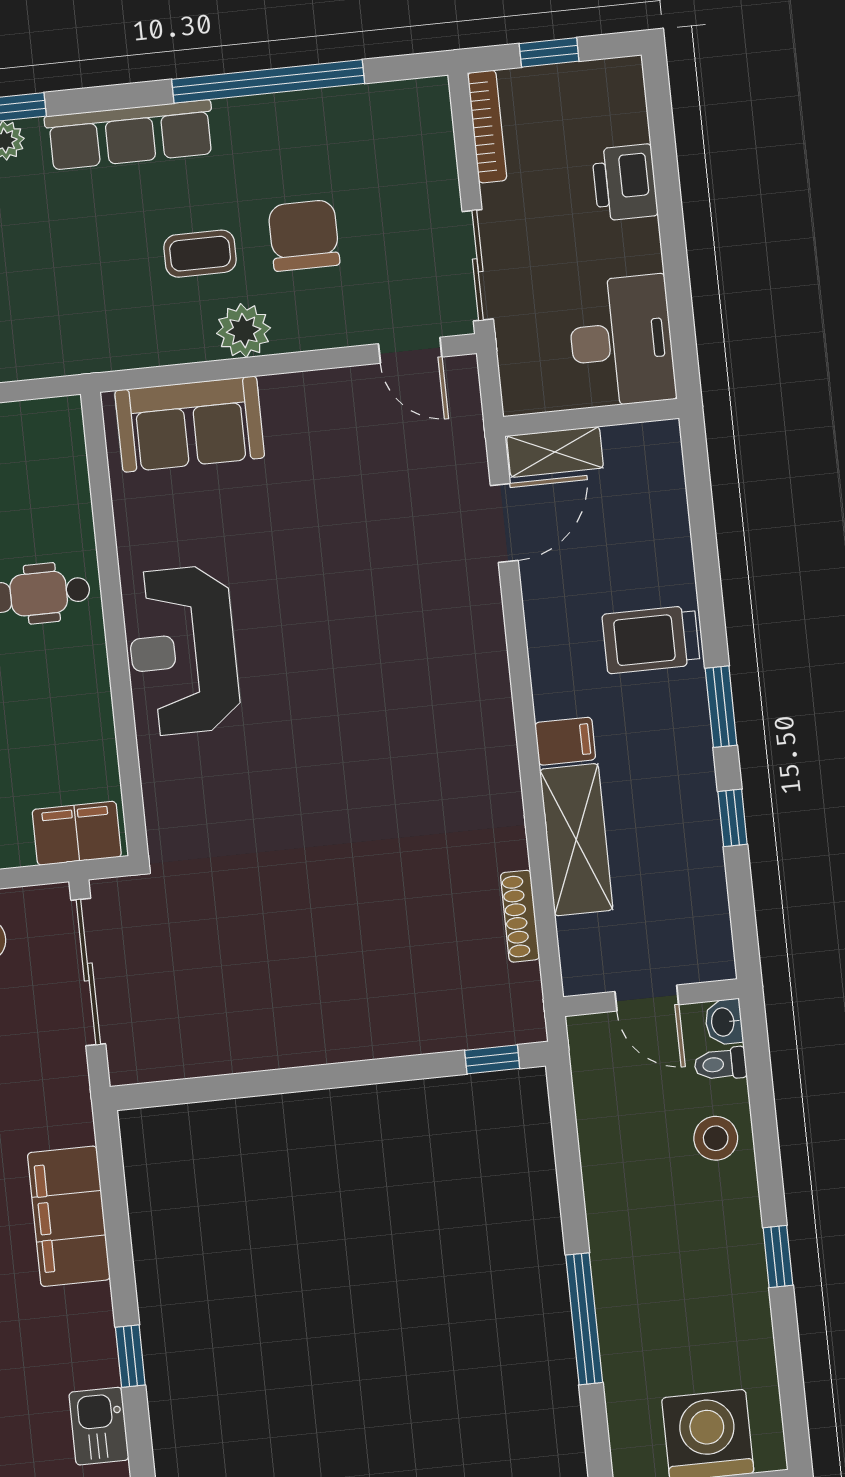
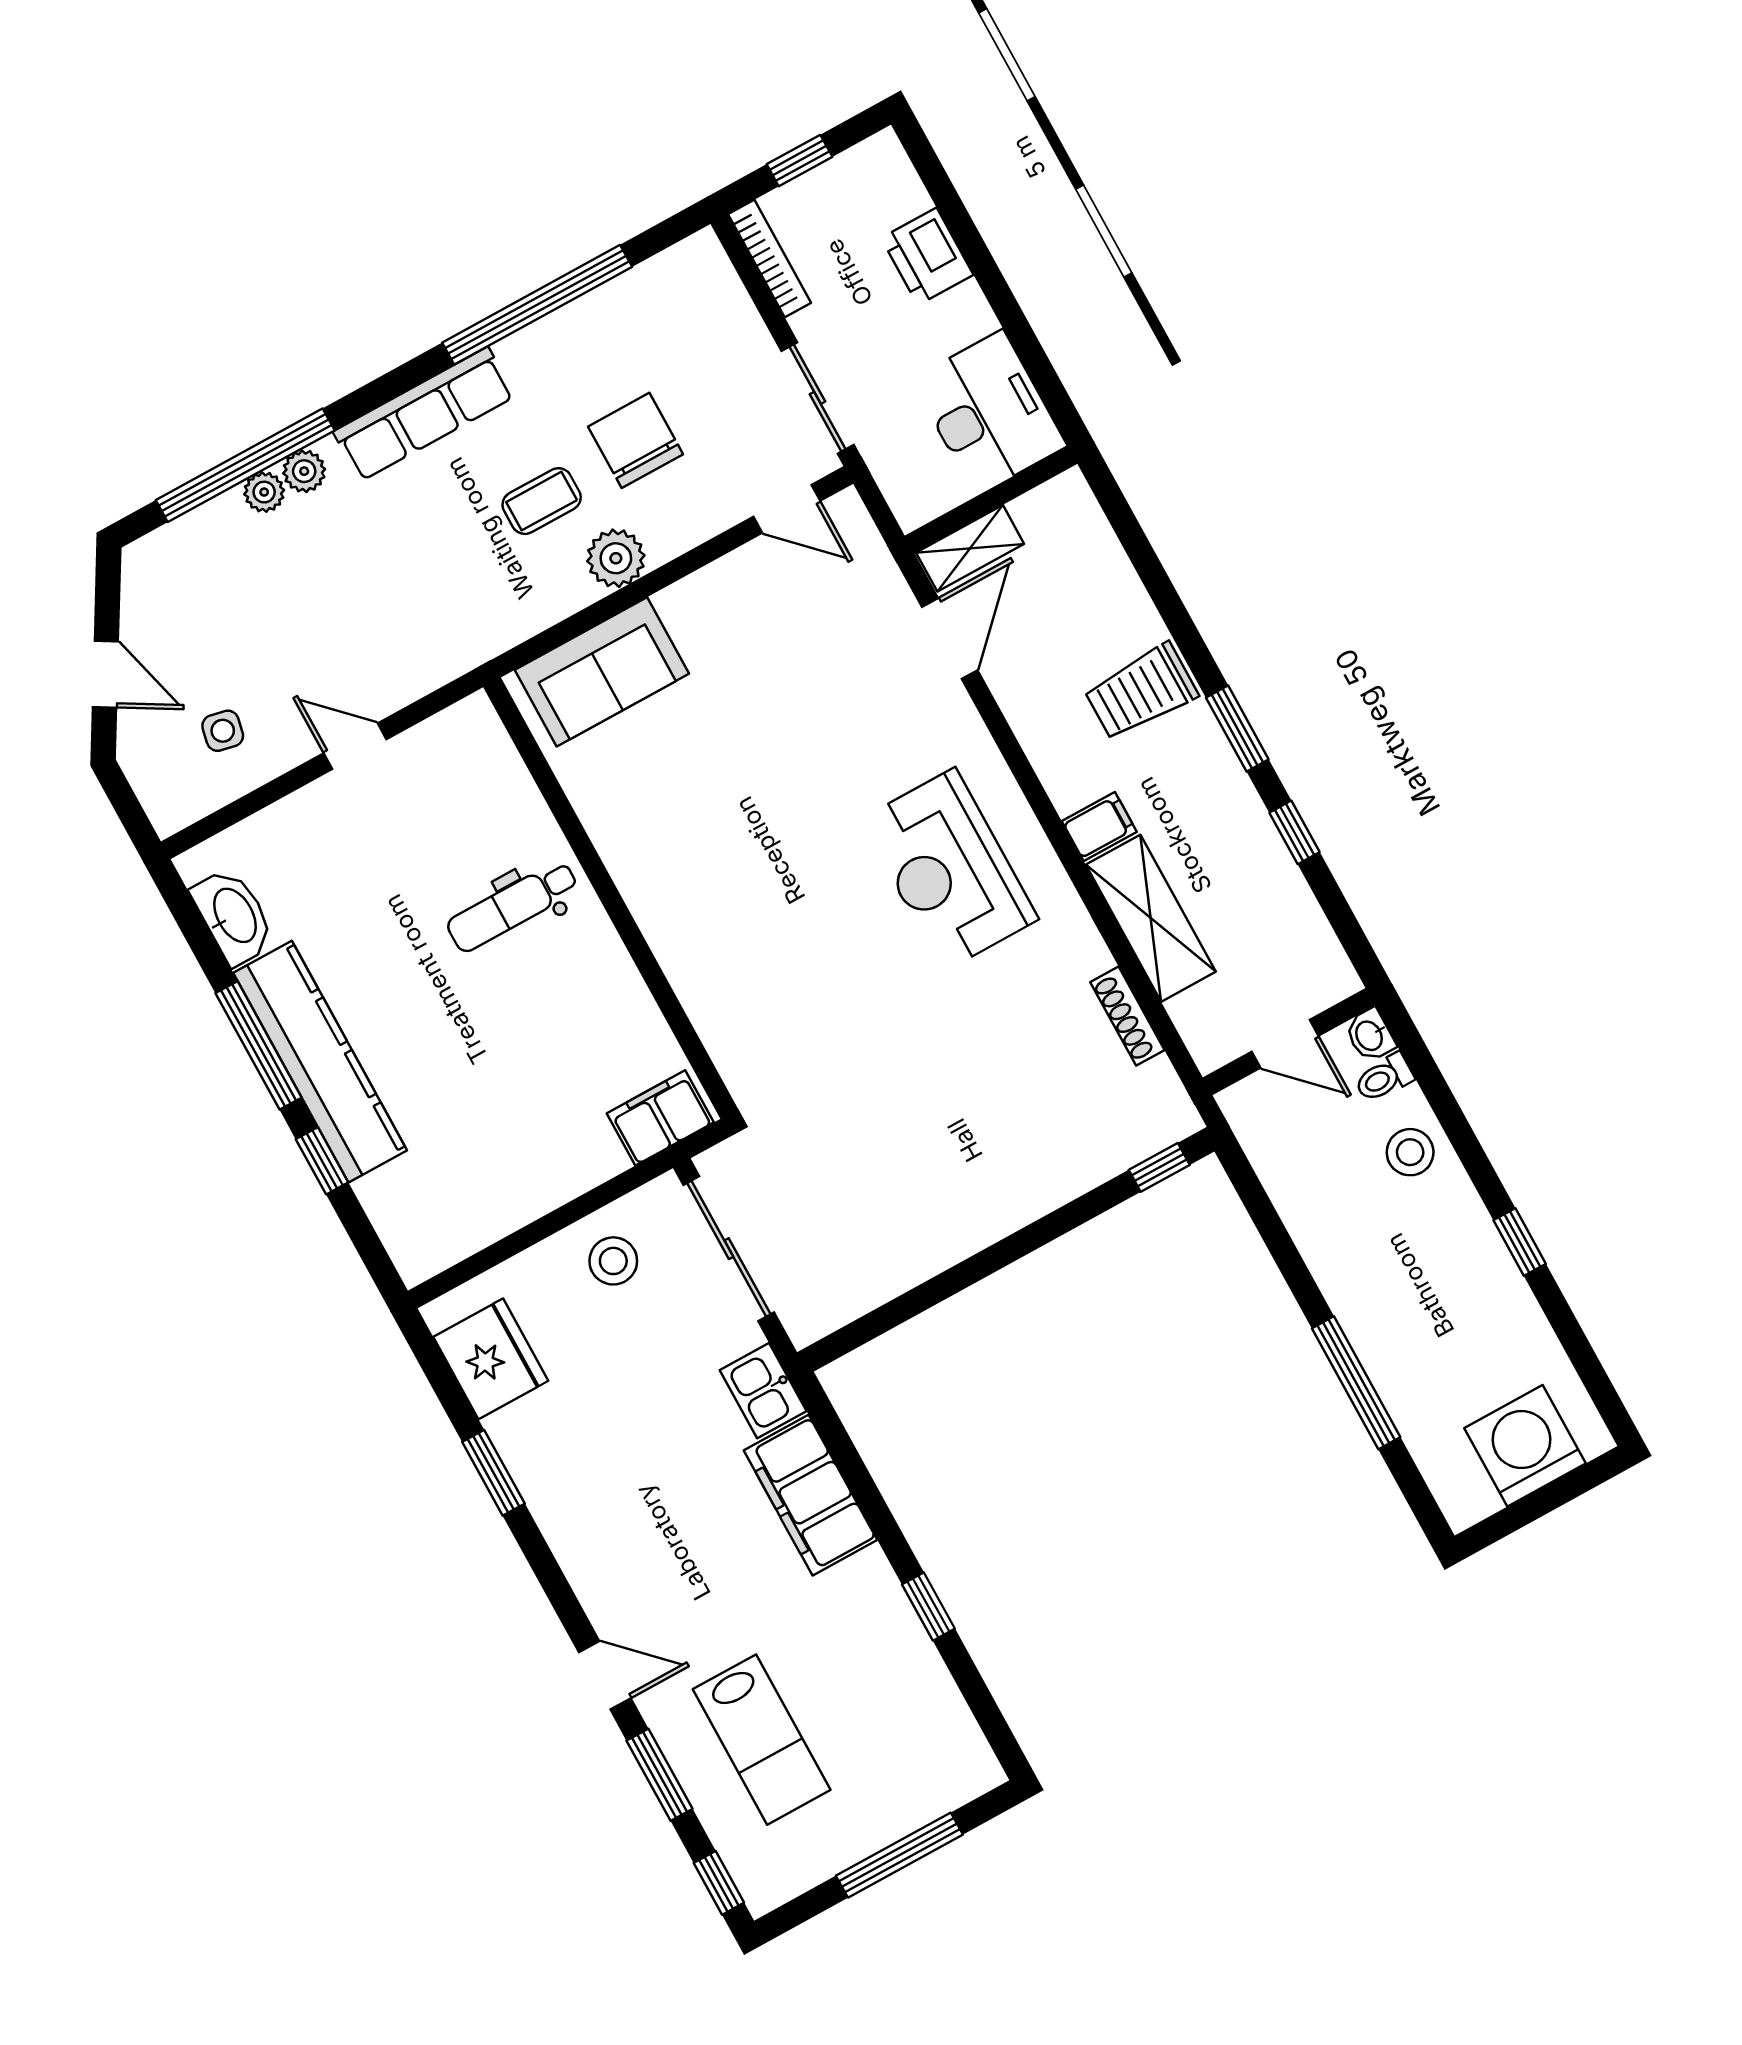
reception desk: (183, 651) -> (949, 870), moved
kitchen sink: (99, 1426) -> (763, 1391), moved

